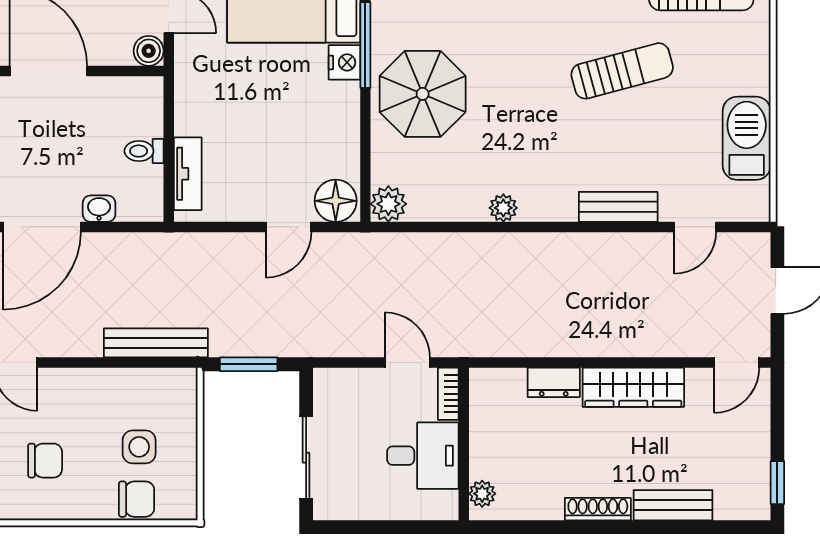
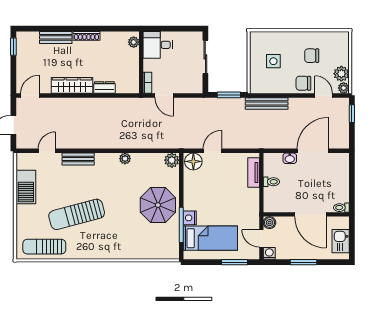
sun lounger: (622, 71) -> (77, 214), width x1.36, depth x1.34
desk: (423, 456) -> (158, 45), moved
chair: (137, 499) -> (303, 83), moved

